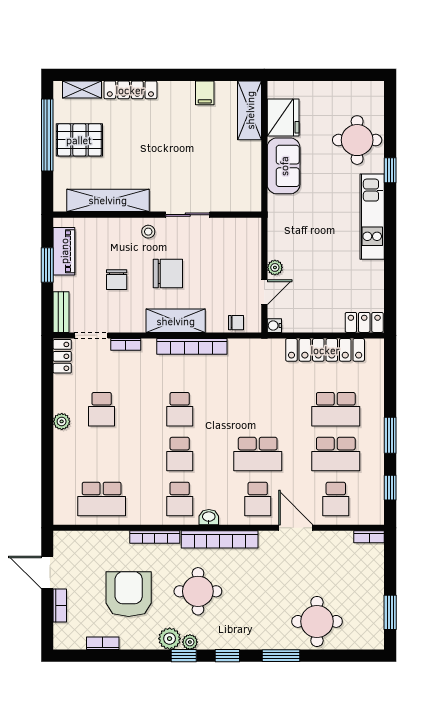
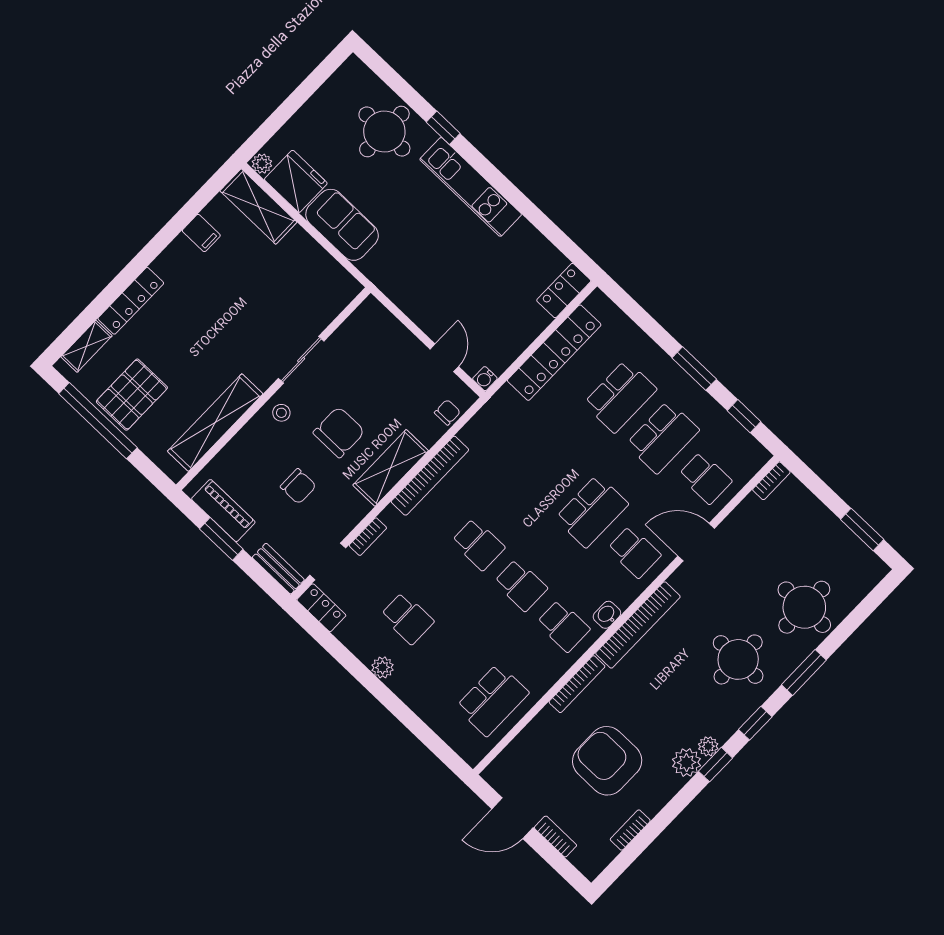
plant: (275, 267) -> (262, 164), moved
round table: (198, 591) -> (738, 659), moved

